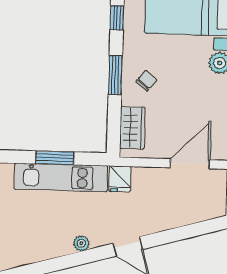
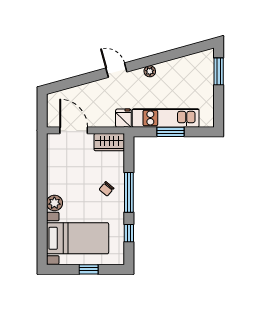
window: (115, 75) -> (129, 192), width x1.44
wardrobe: (132, 128) -> (109, 142), moved, turned -90
door: (190, 164) -> (74, 130), swing flipped

